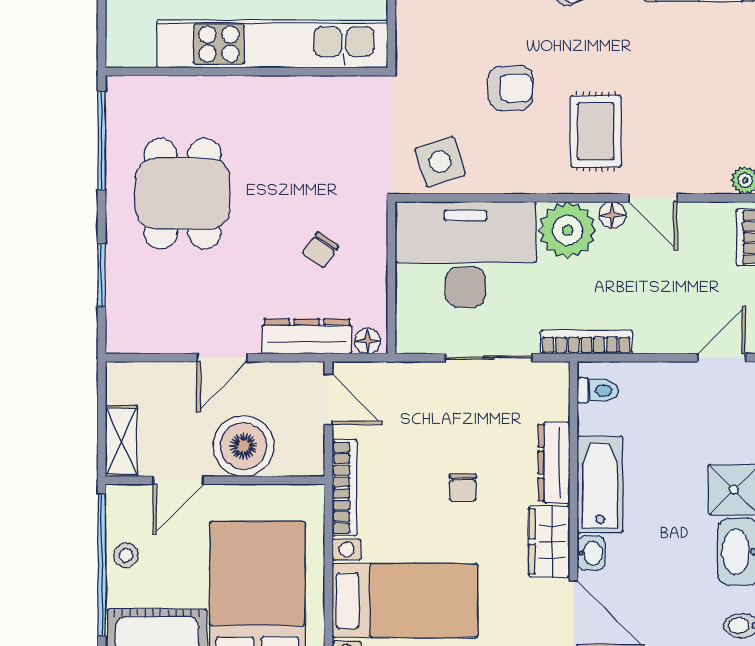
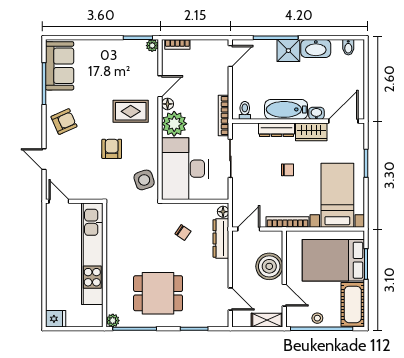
plant: (121, 90) -> (113, 321), added
door: (222, 358) -> (230, 299), moved
door: (721, 358) -> (230, 56), swing flipped

